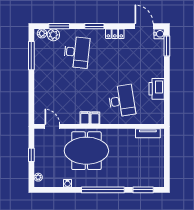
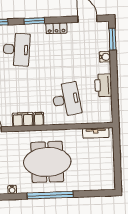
water cooler: (159, 34) -> (105, 57), moved
filing cabinet: (85, 118) -> (23, 119), width x2.00
meeting table: (86, 151) -> (47, 162), moved
window: (143, 190) -> (93, 194), removed

